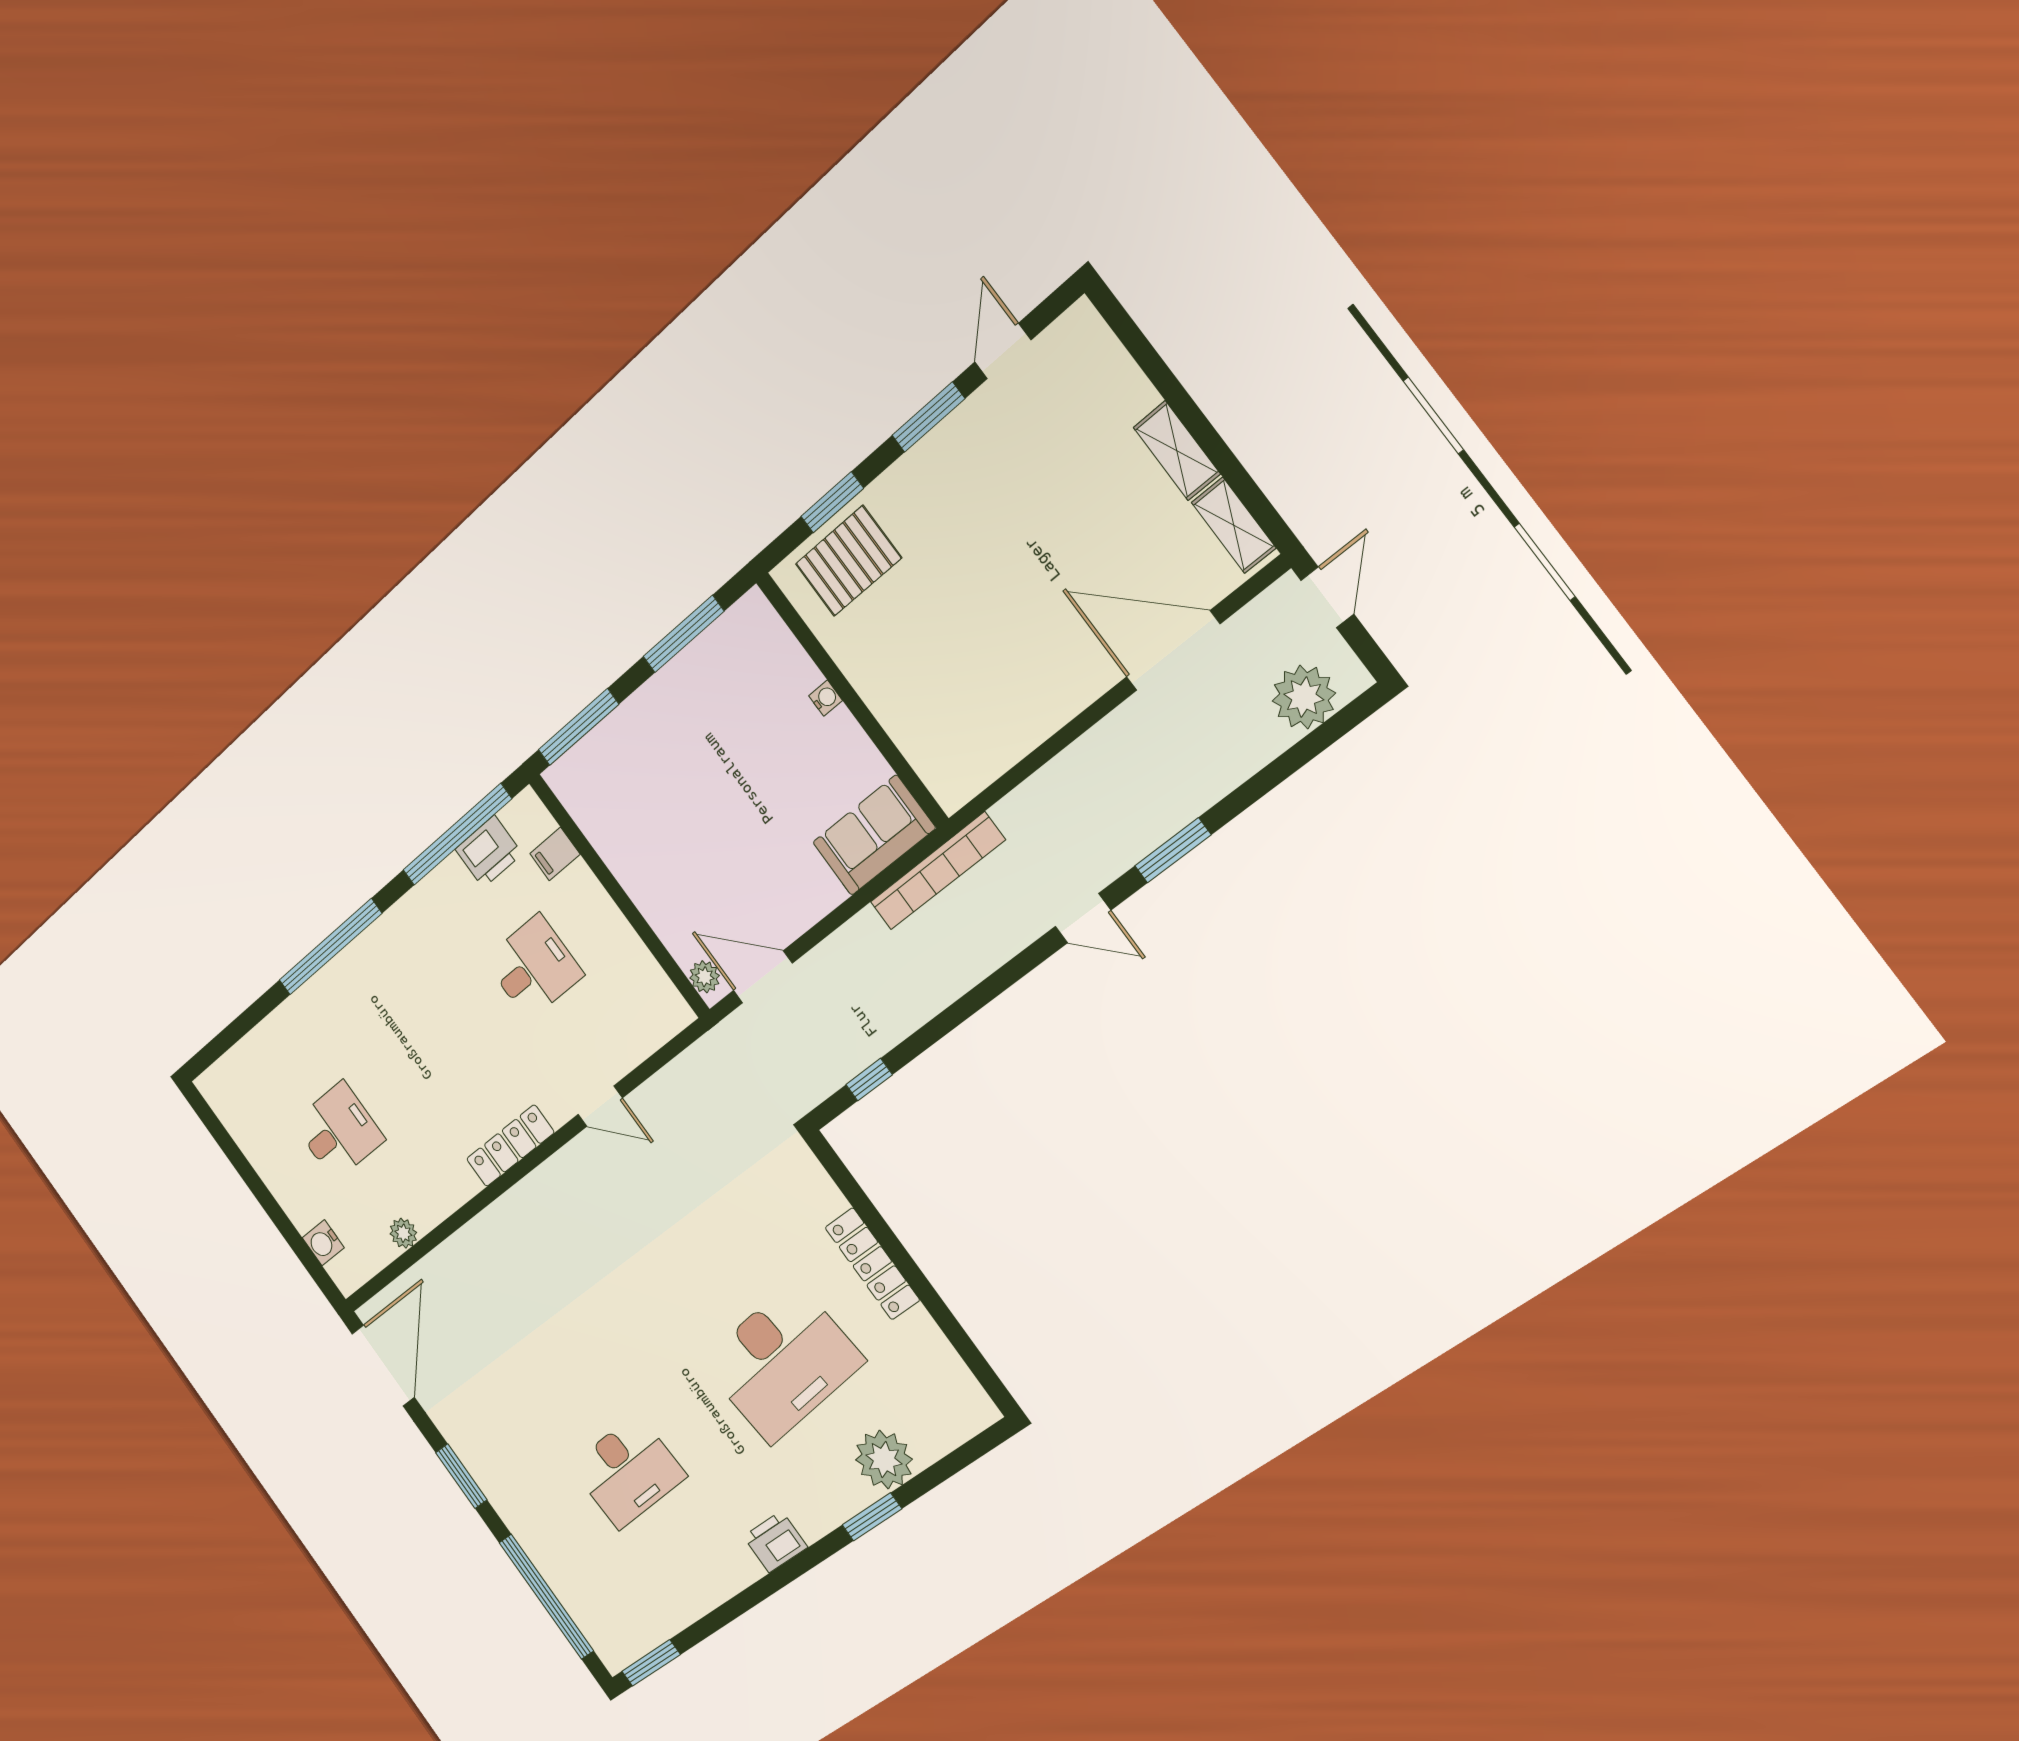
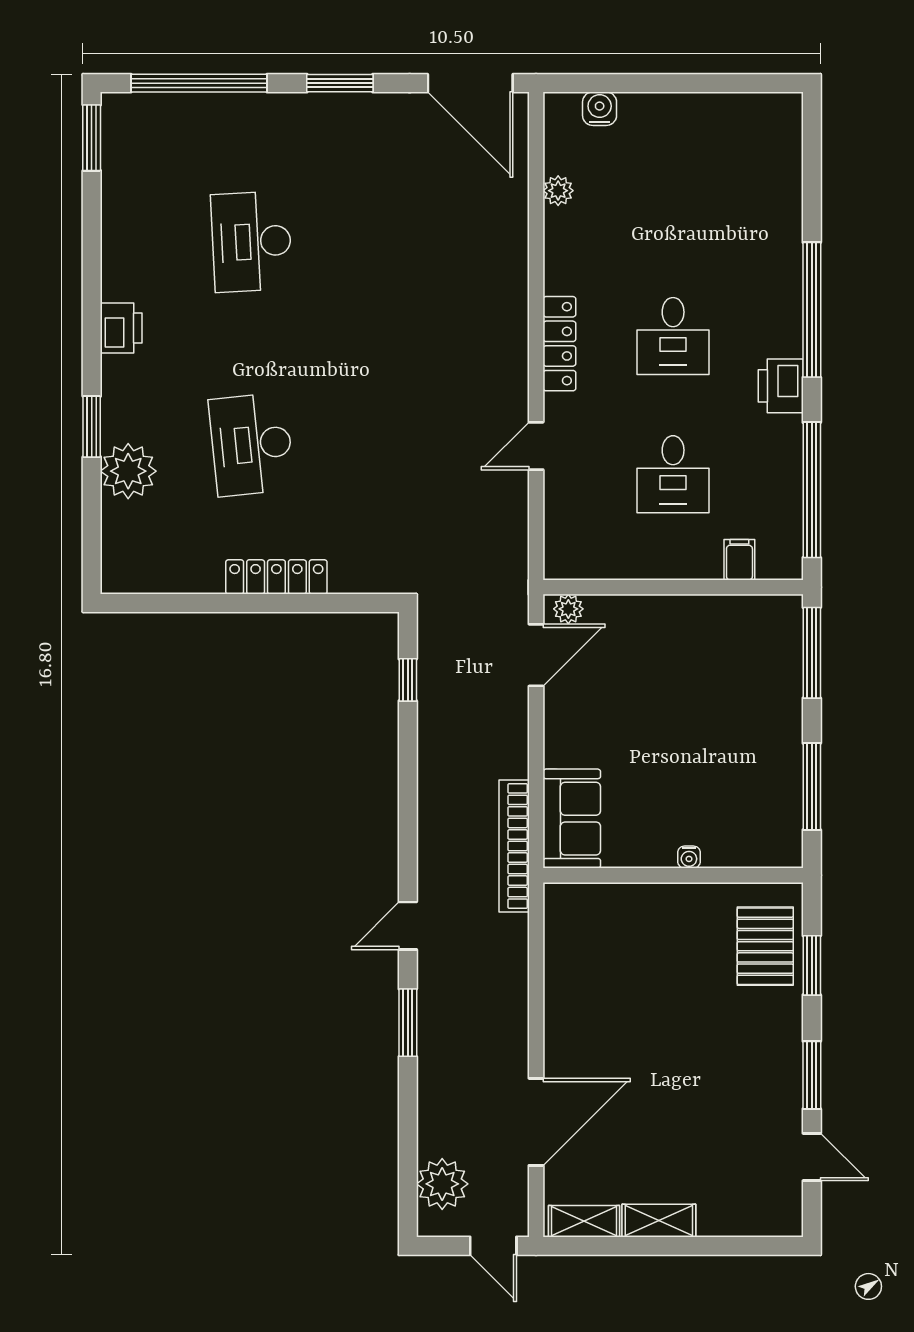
printer: (489, 852) -> (781, 386), moved
desk: (339, 1131) -> (673, 336), moved
desk: (782, 1362) -> (252, 444), width x0.73, depth x0.77

